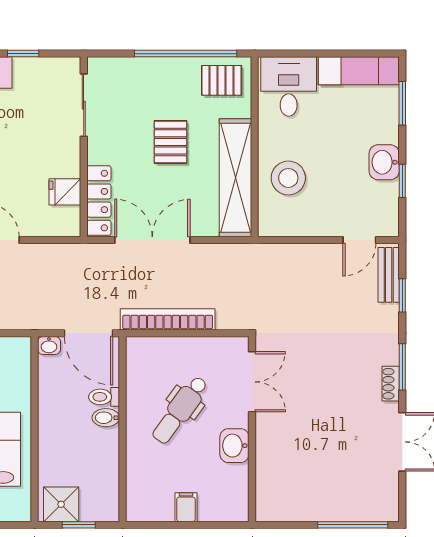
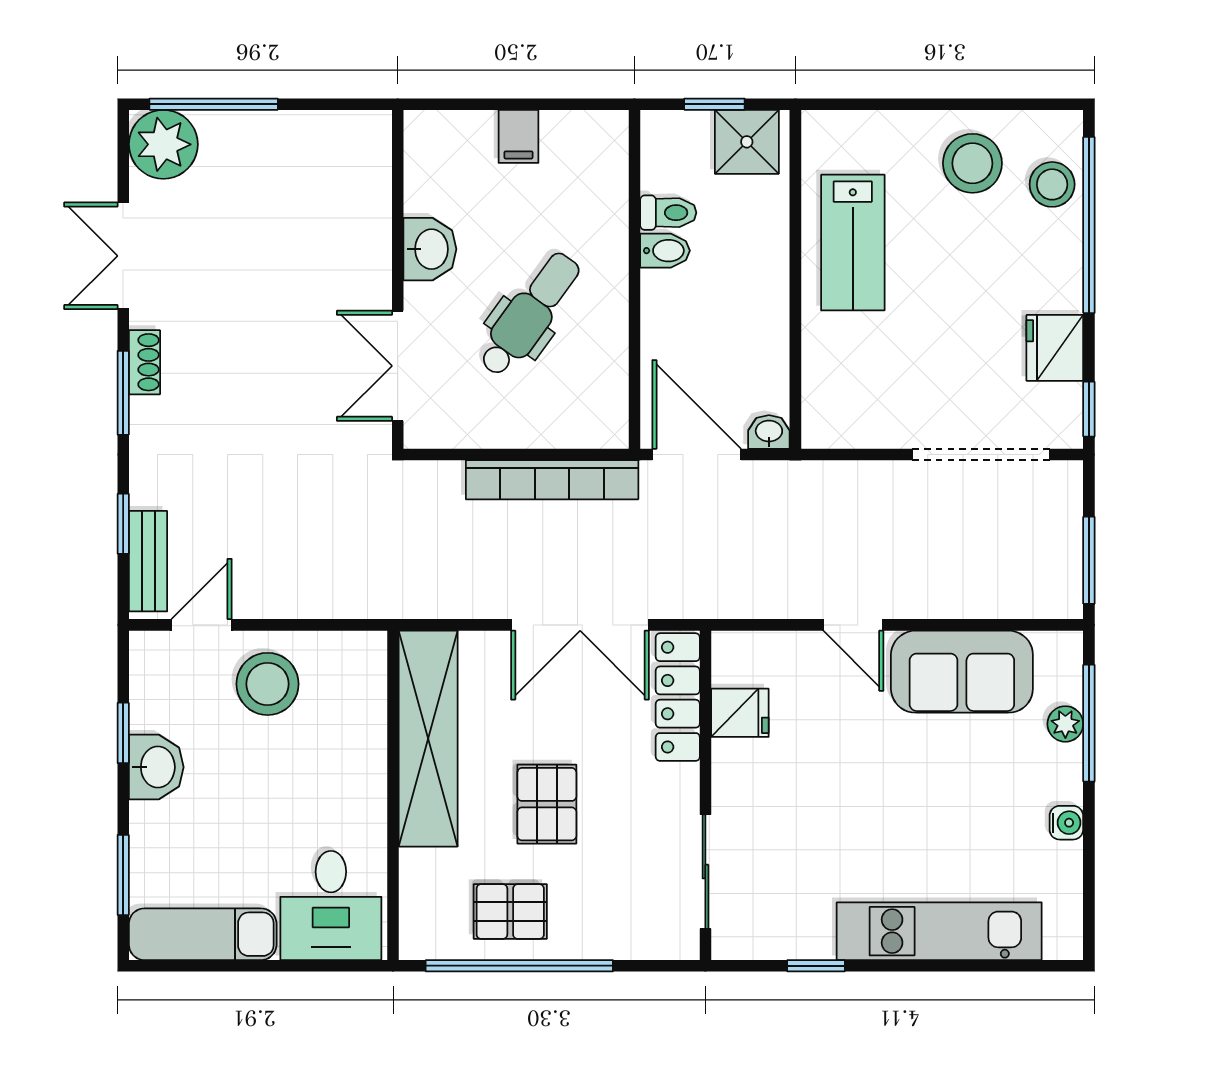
pallet: (222, 80) -> (510, 912), moved
stool: (288, 178) -> (268, 684), moved
toilet: (104, 397) -> (668, 213), moved
bidet: (106, 418) -> (665, 251), moved
plant: (380, 503) -> (163, 144), added

